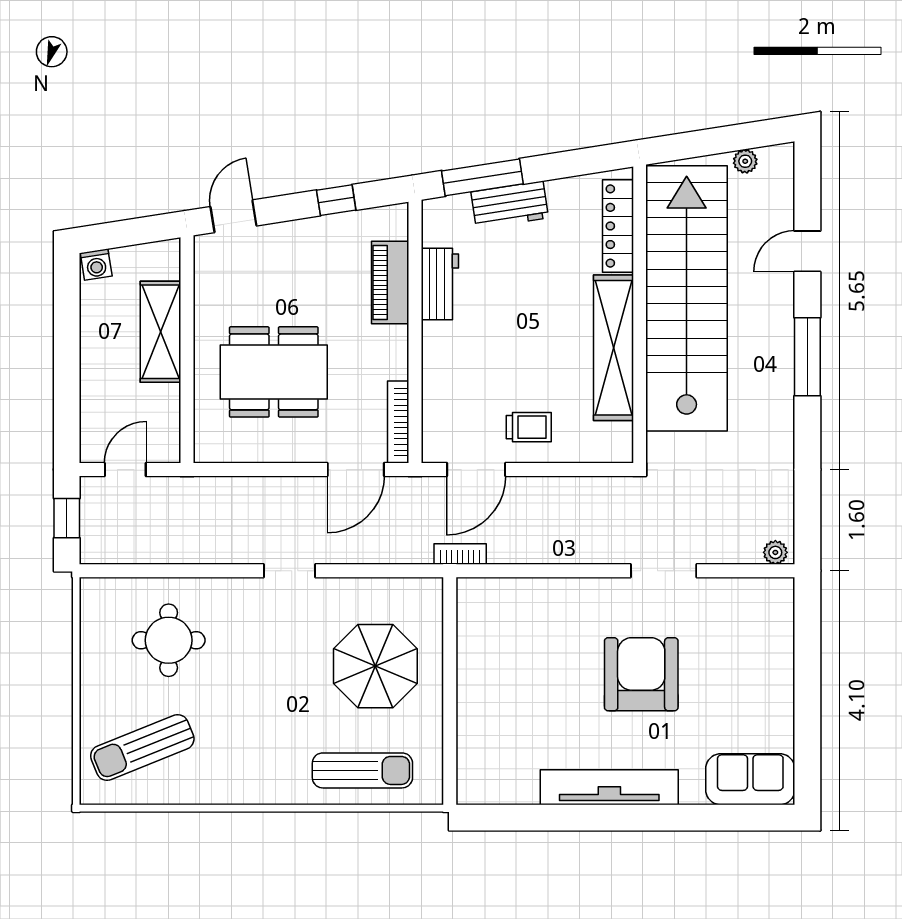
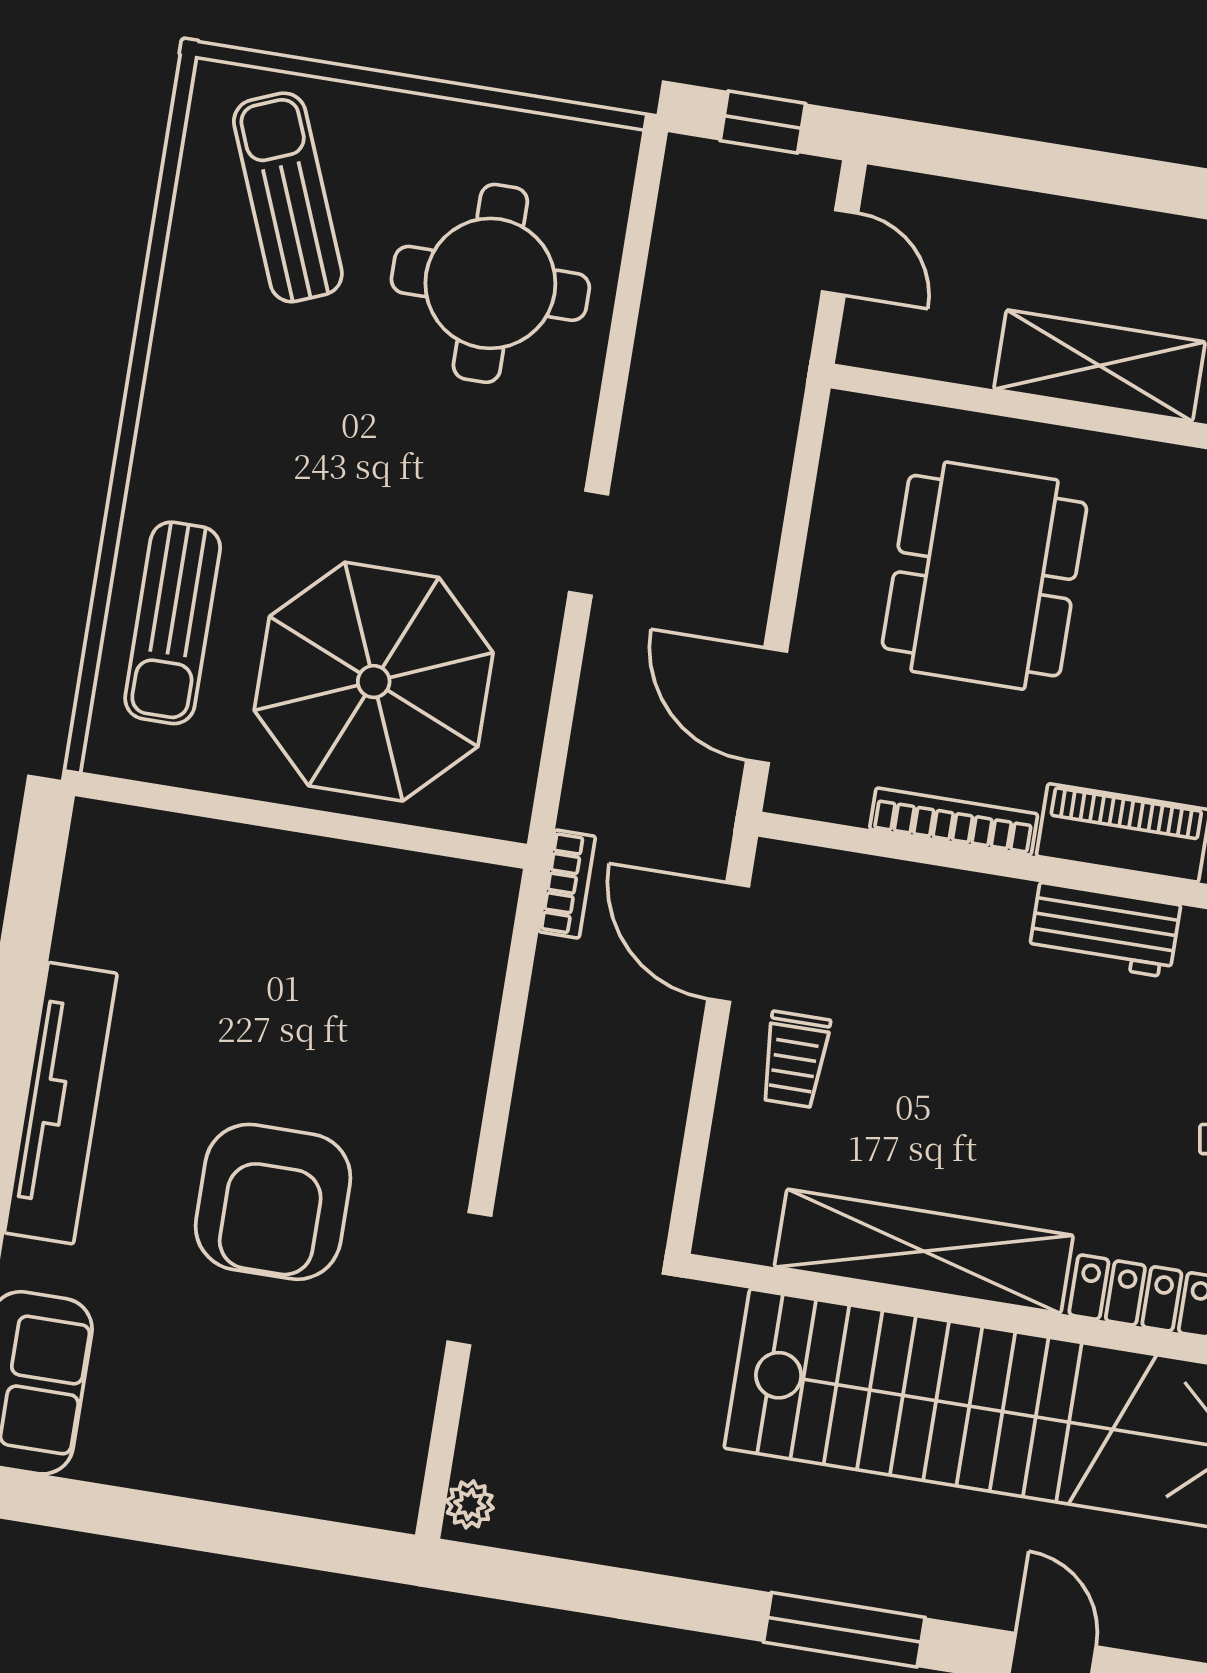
bookcase: (398, 422) -> (954, 821), moved
round table: (169, 640) -> (490, 283), width x1.36, depth x1.36
parasol: (375, 666) -> (374, 682), width x1.36, depth x1.36
armchair: (641, 674) -> (273, 1202), turned 90

